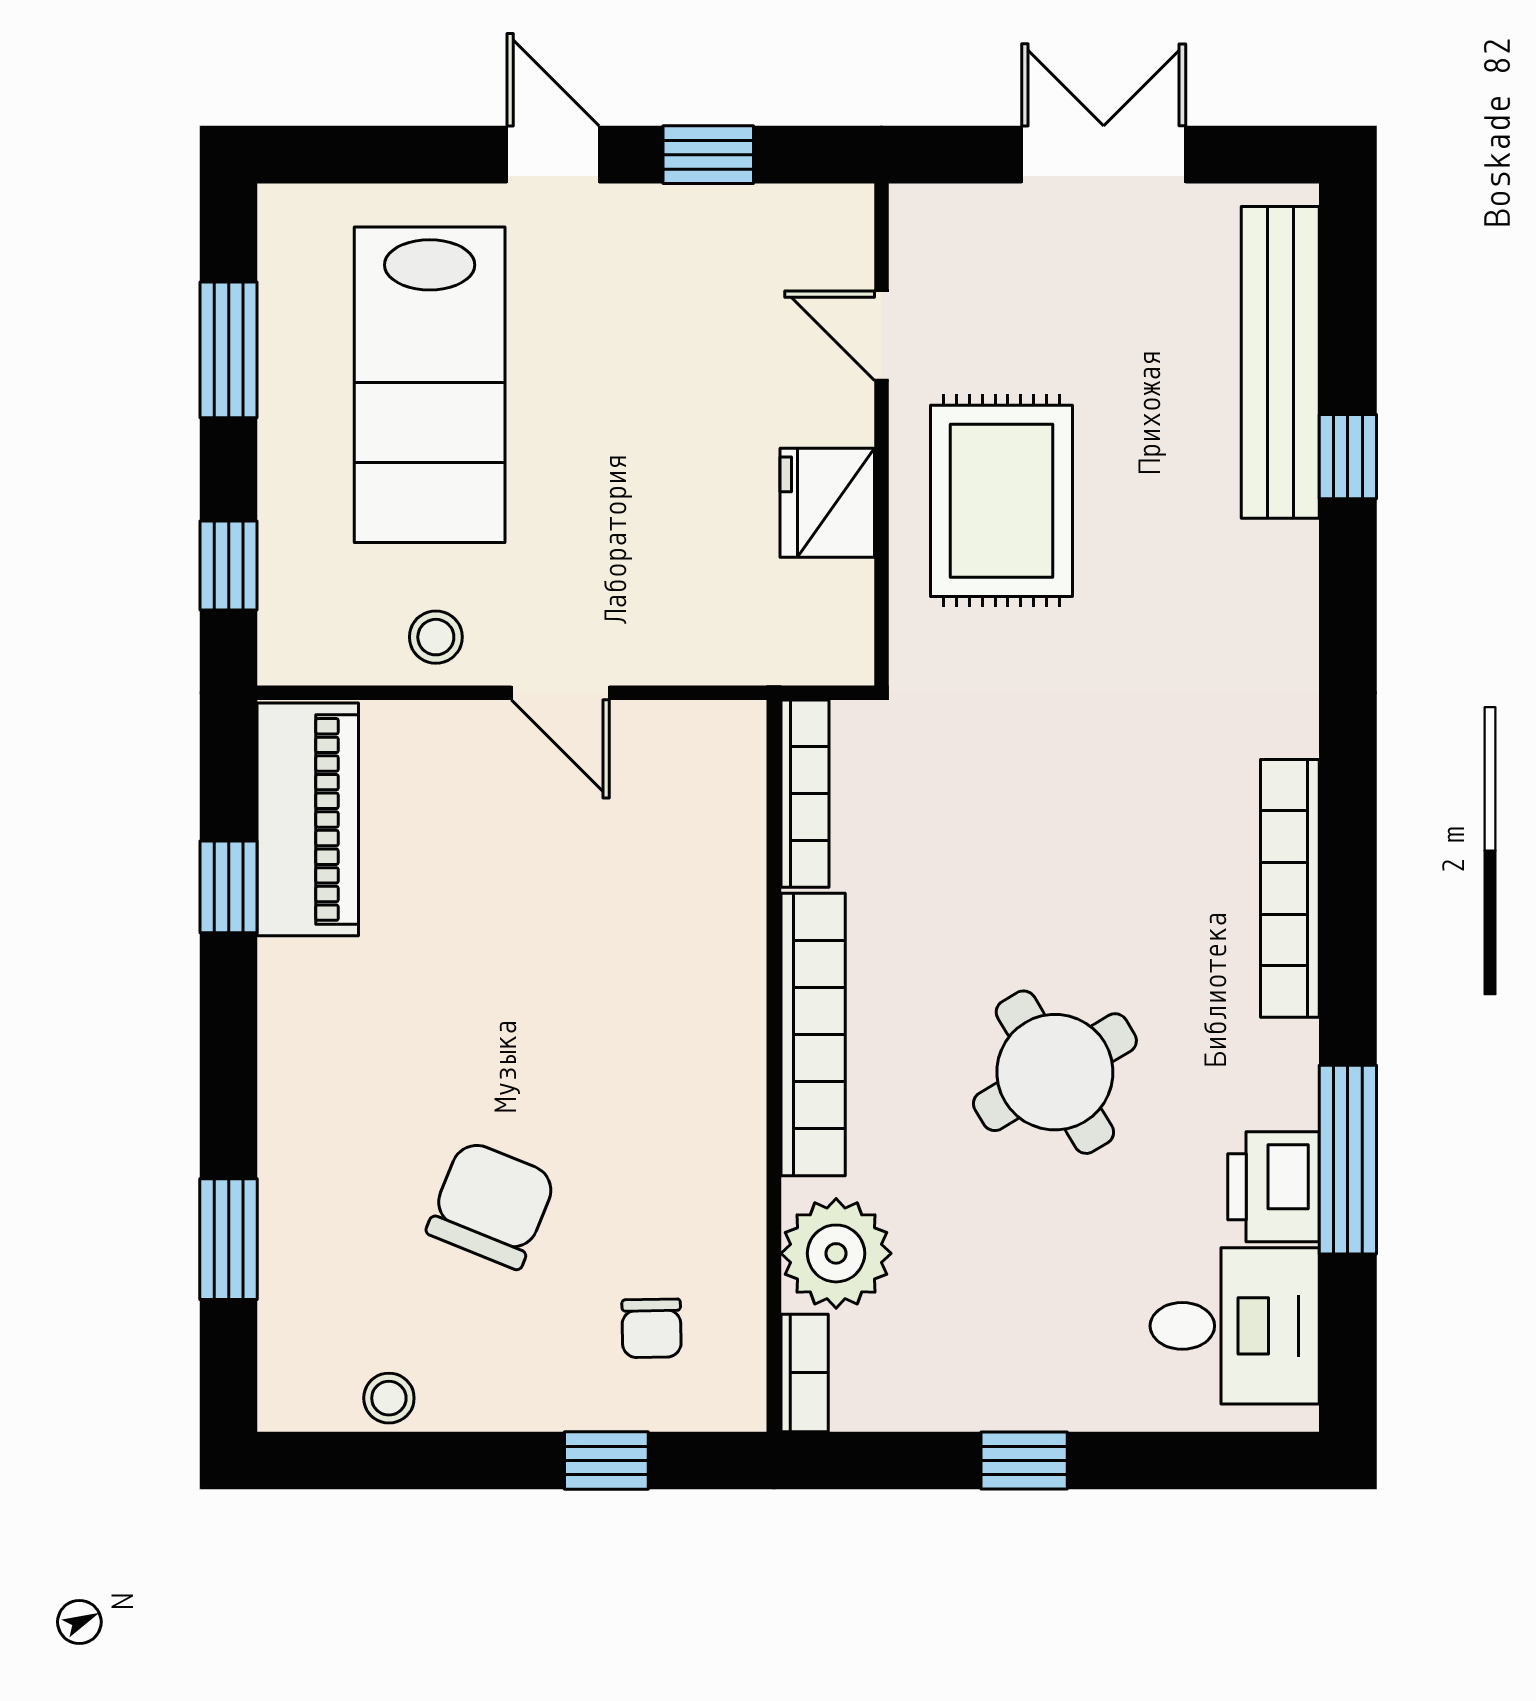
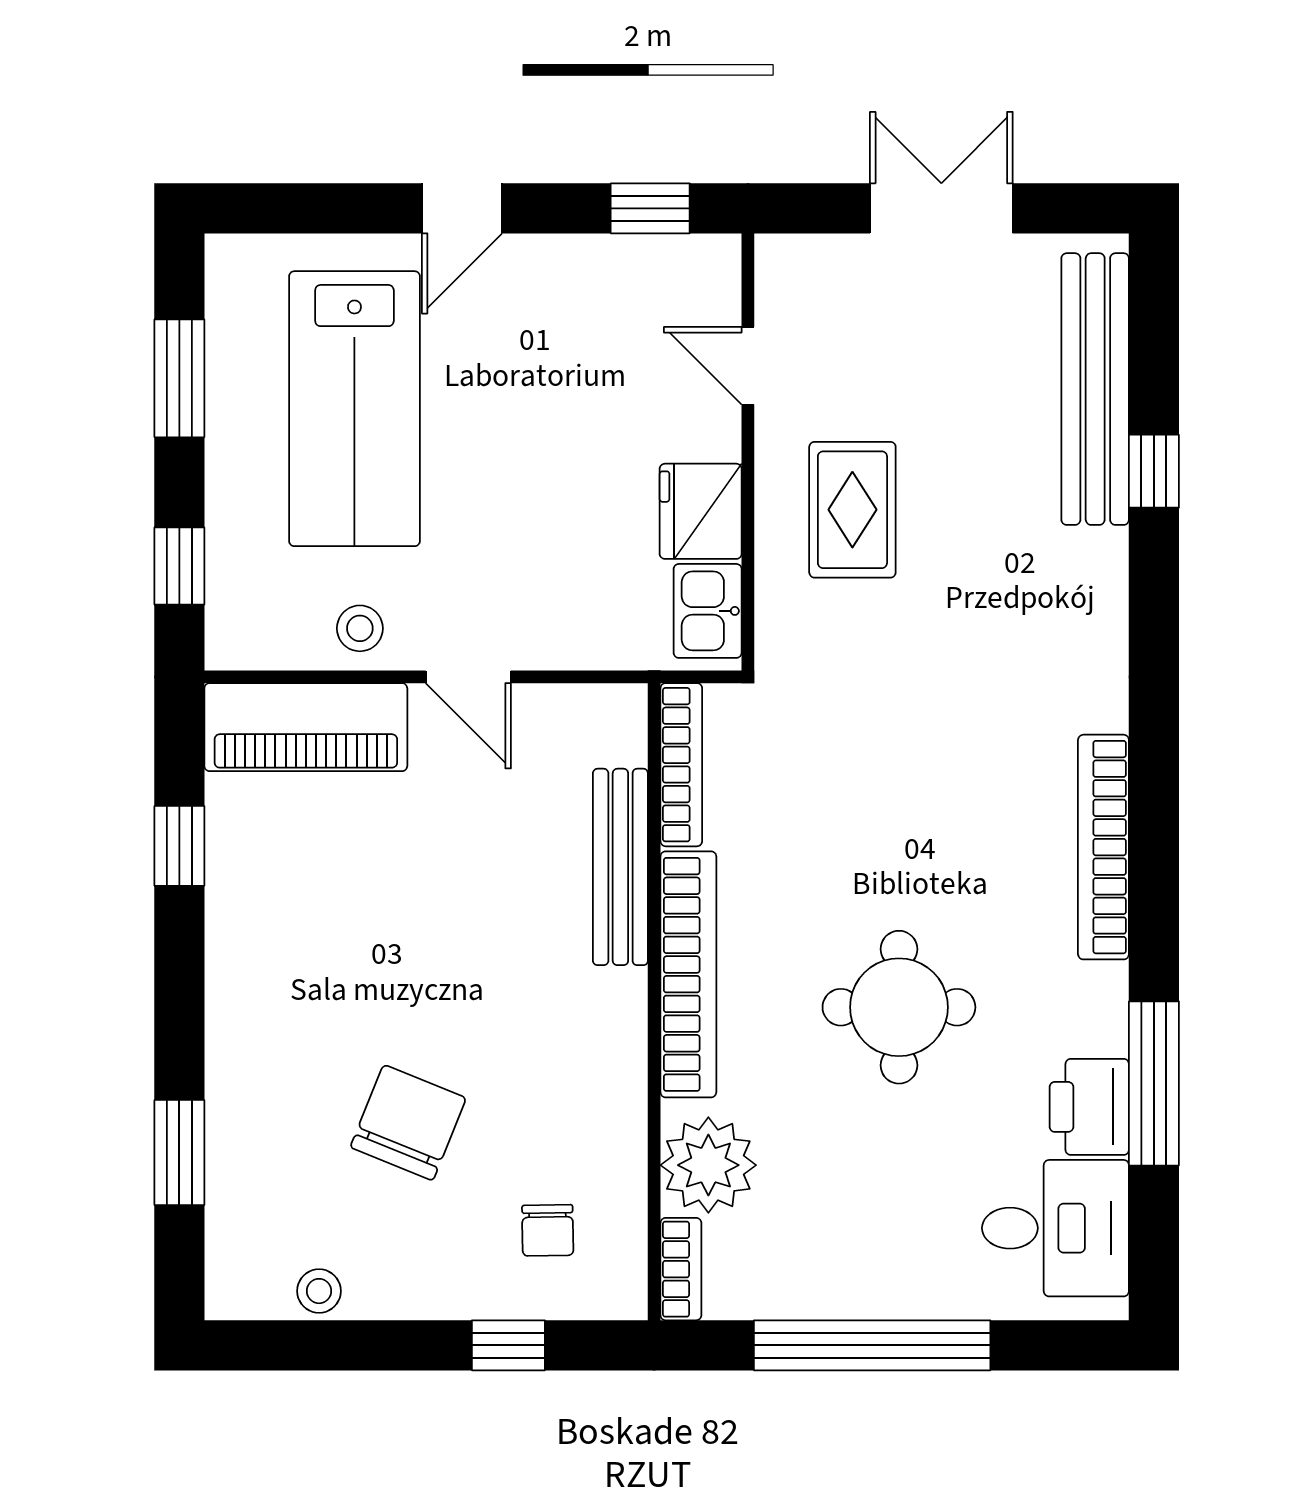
door: (553, 155) -> (462, 208), swing flipped
window: (708, 155) -> (650, 208), moved
rug: (1002, 501) -> (852, 510), width x0.73, depth x0.70
kitchen sink: (835, 617) -> (708, 611), added
piano: (308, 819) -> (306, 727), moved, turned 90
bench: (735, 911) -> (620, 867), added
round table: (1055, 1072) -> (899, 1007), turned 31
window: (1024, 1460) -> (872, 1345), width x3.17

